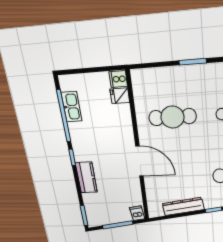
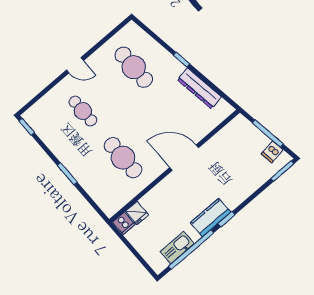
door: (140, 161) -> (184, 158), hinge flipped
kitchen counter: (86, 178) -> (211, 217), moved
dishwasher: (137, 213) -> (272, 152), moved

